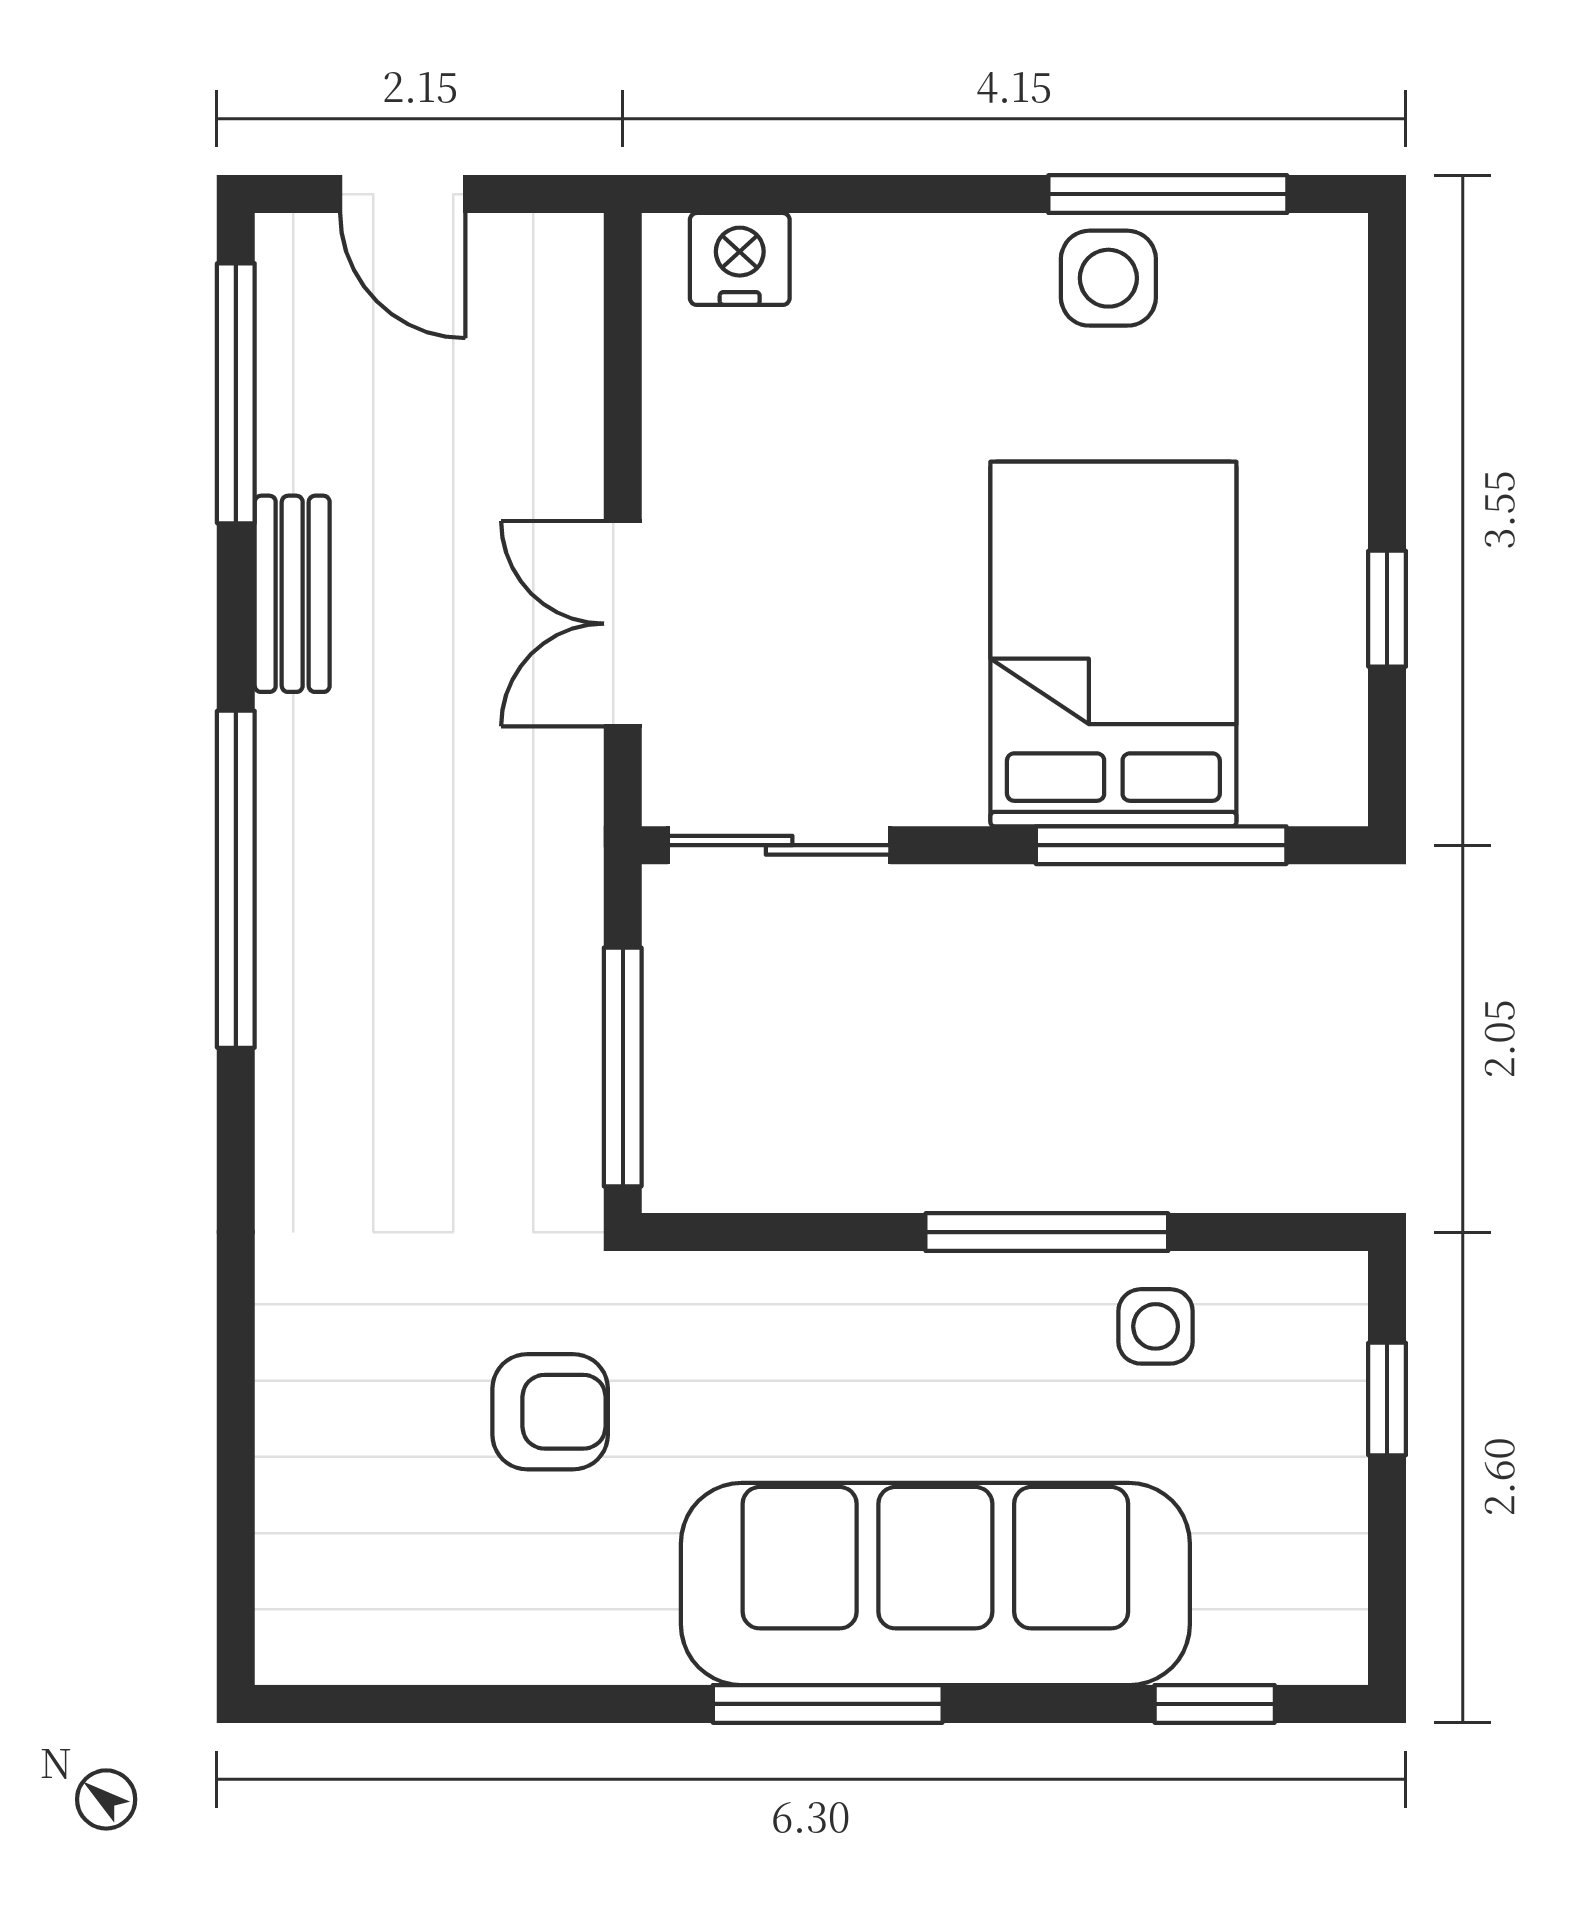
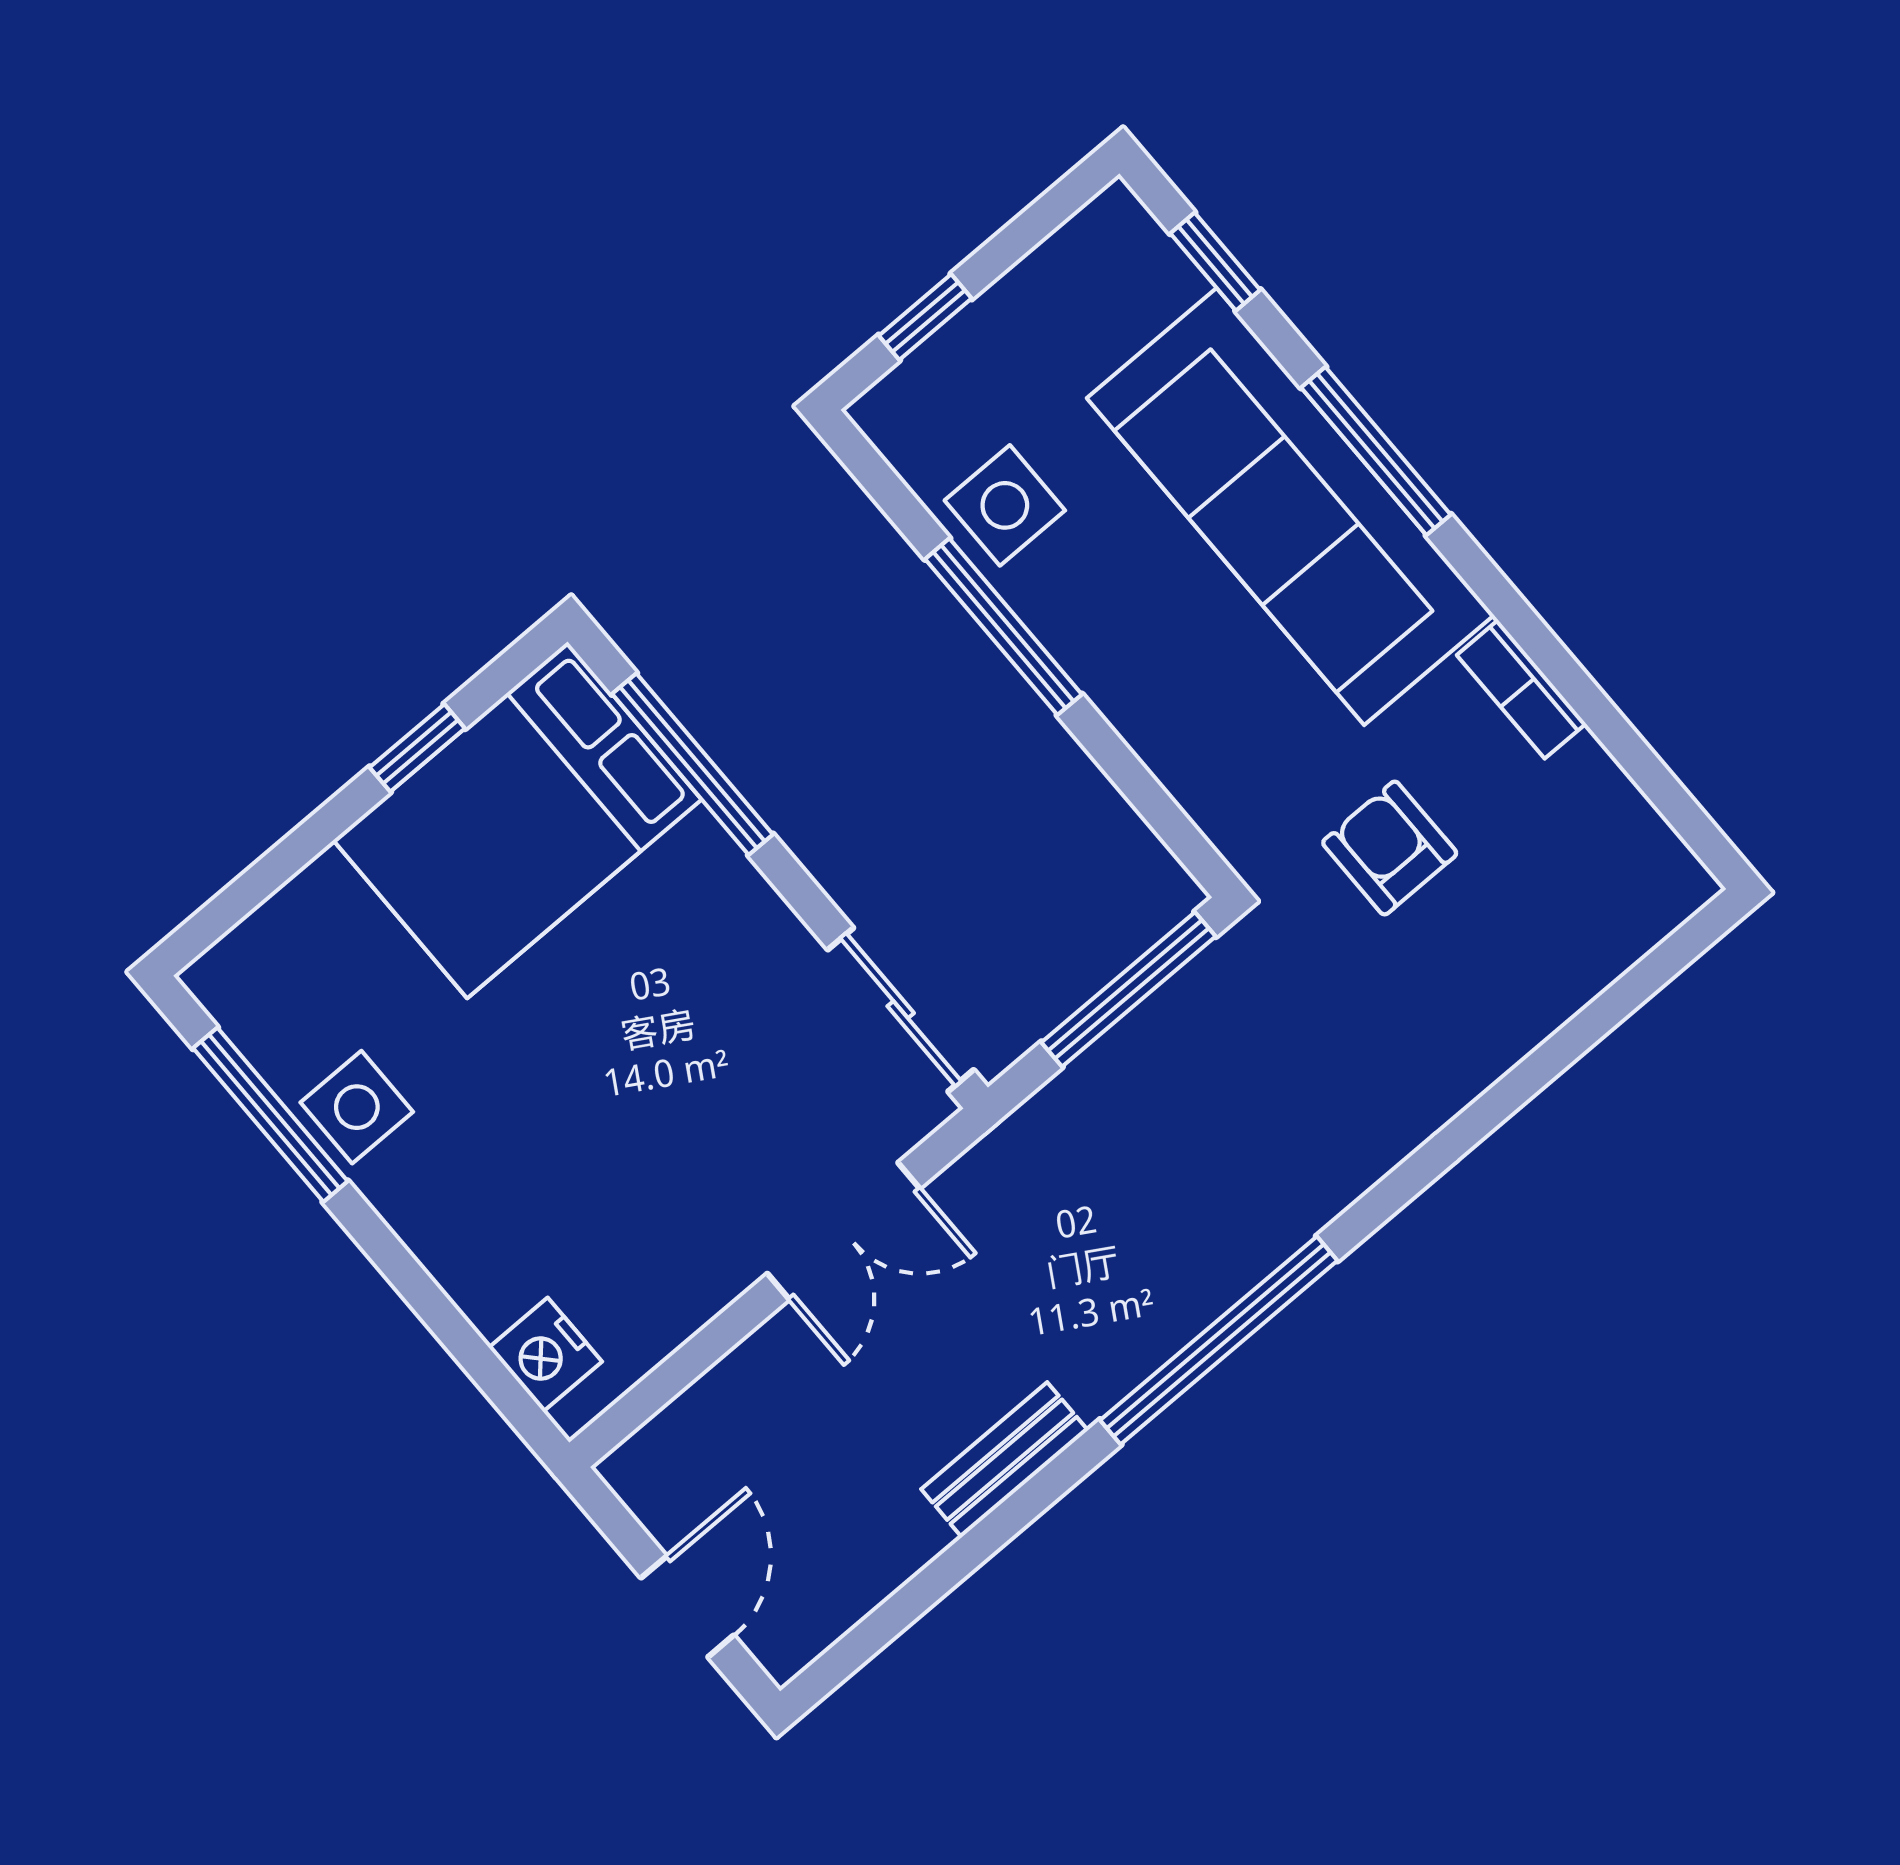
window: (236, 393) -> (906, 1605), removed
bed: (1113, 644) -> (517, 820), moved
side table: (1156, 1326) -> (1005, 505), width x1.37, depth x1.37
bookcase: (593, 1653) -> (1521, 689), added
window: (828, 1704) -> (1376, 451), moved

